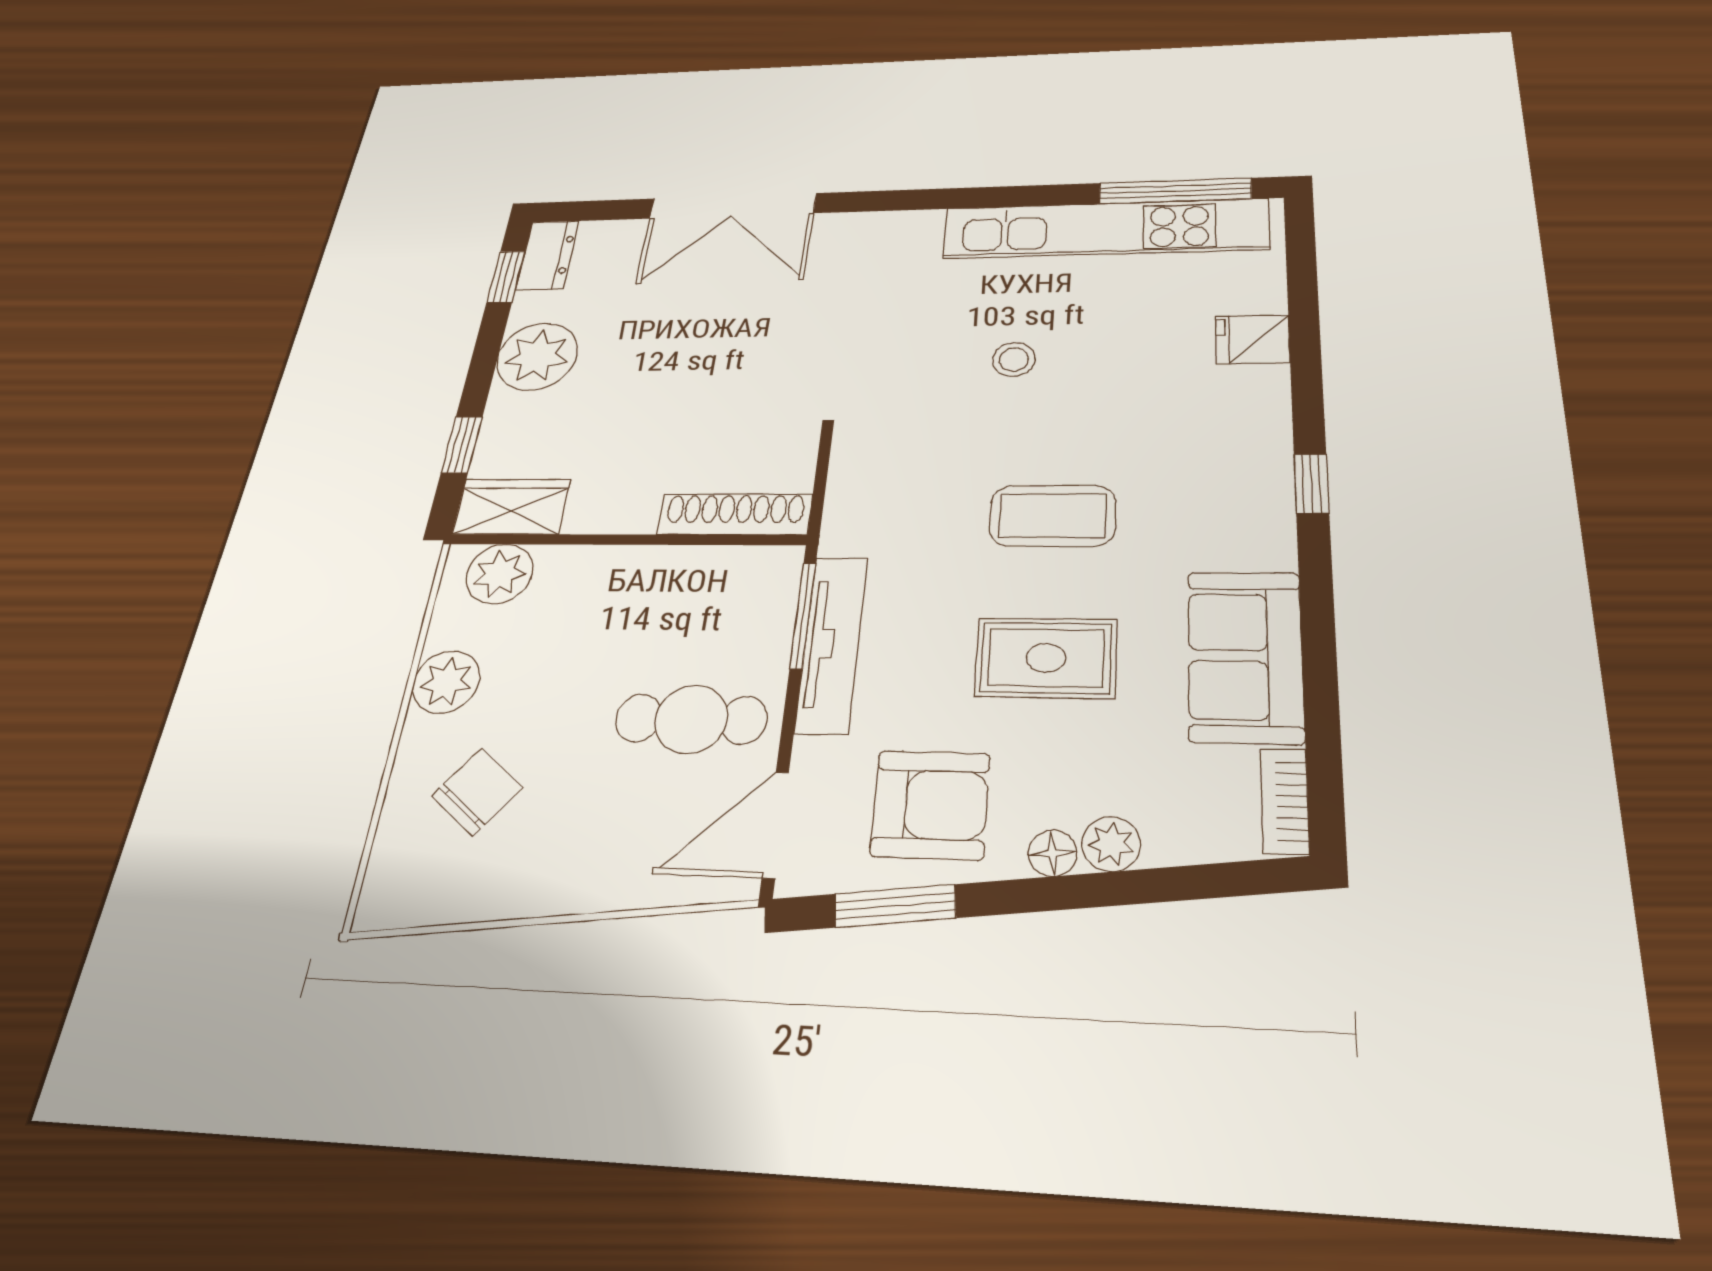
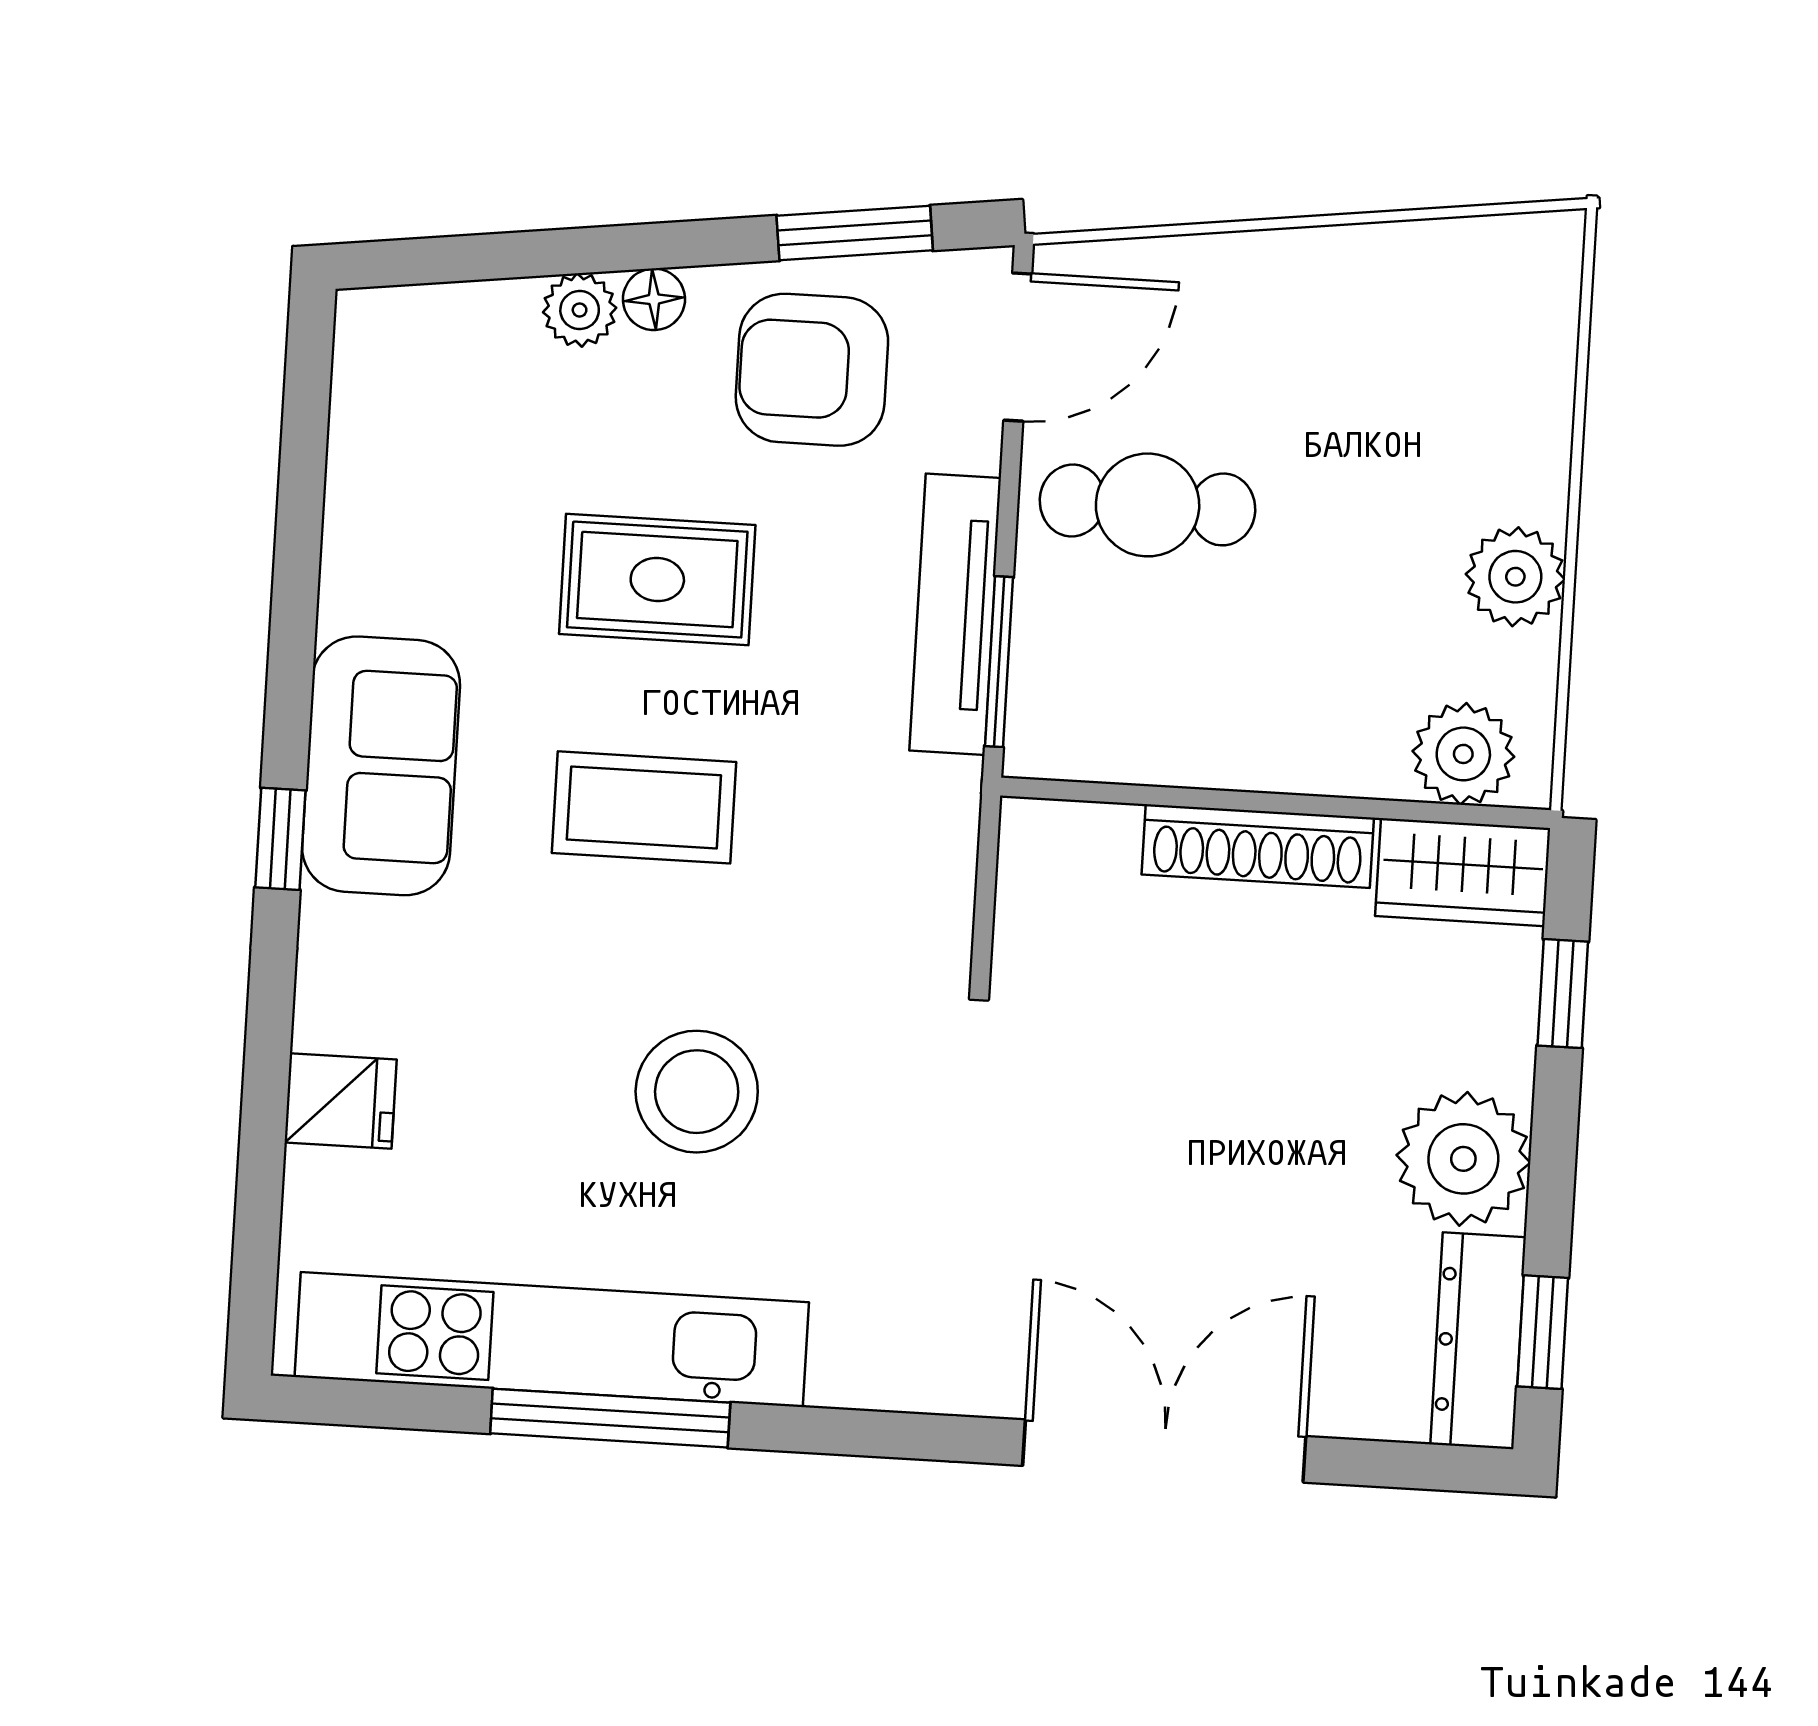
window: (1175, 191) -> (610, 1418), moved
dresser: (548, 255) -> (1478, 1341), width x1.44
stool: (1014, 359) -> (697, 1092), width x1.89, depth x1.89
shoe rack: (735, 514) -> (1258, 846), moved
sofa: (1245, 656) -> (381, 766), moved
chair: (477, 792) -> (1441, 406), removed
bookcase: (1285, 801) -> (359, 363), removed

